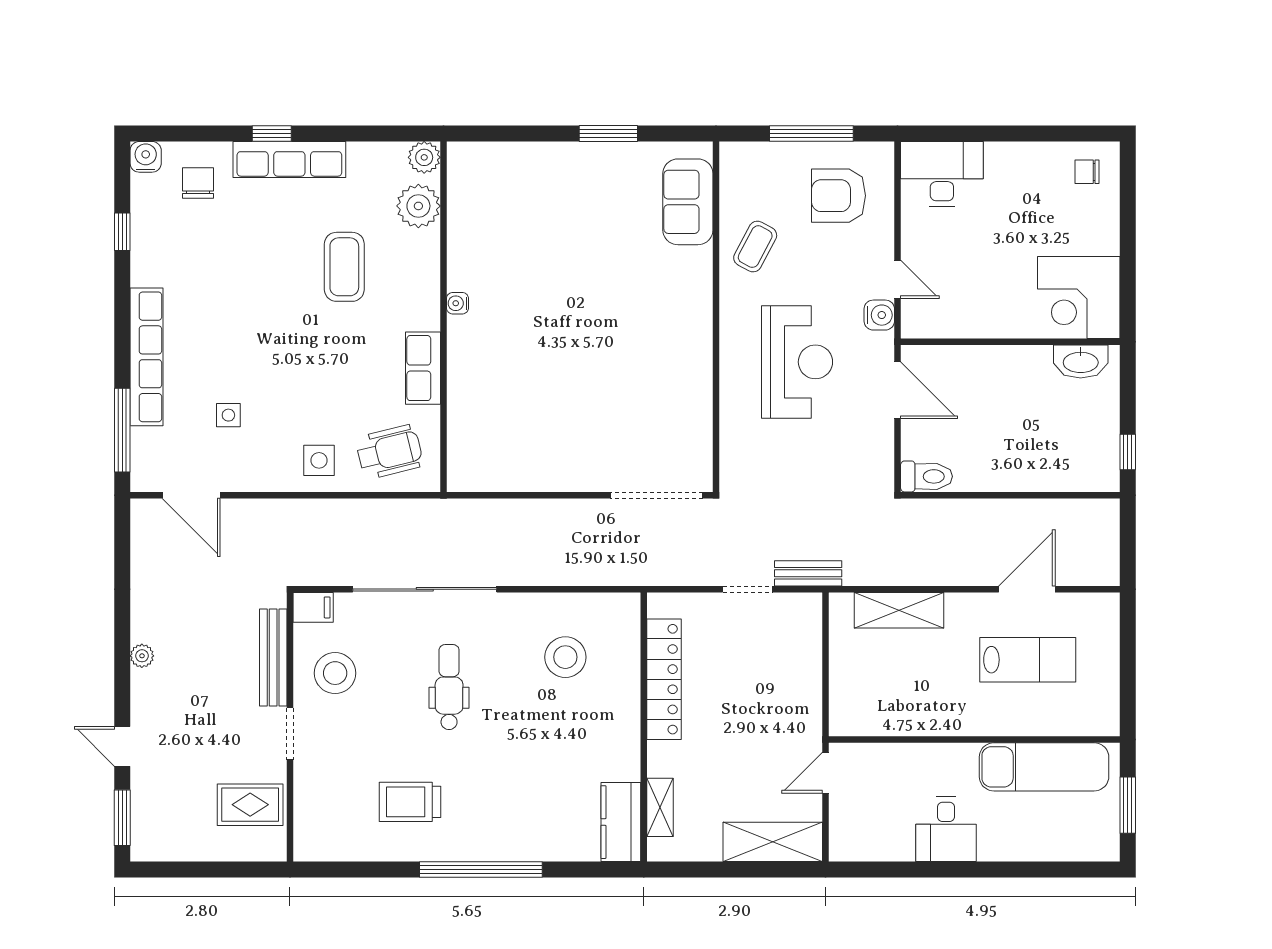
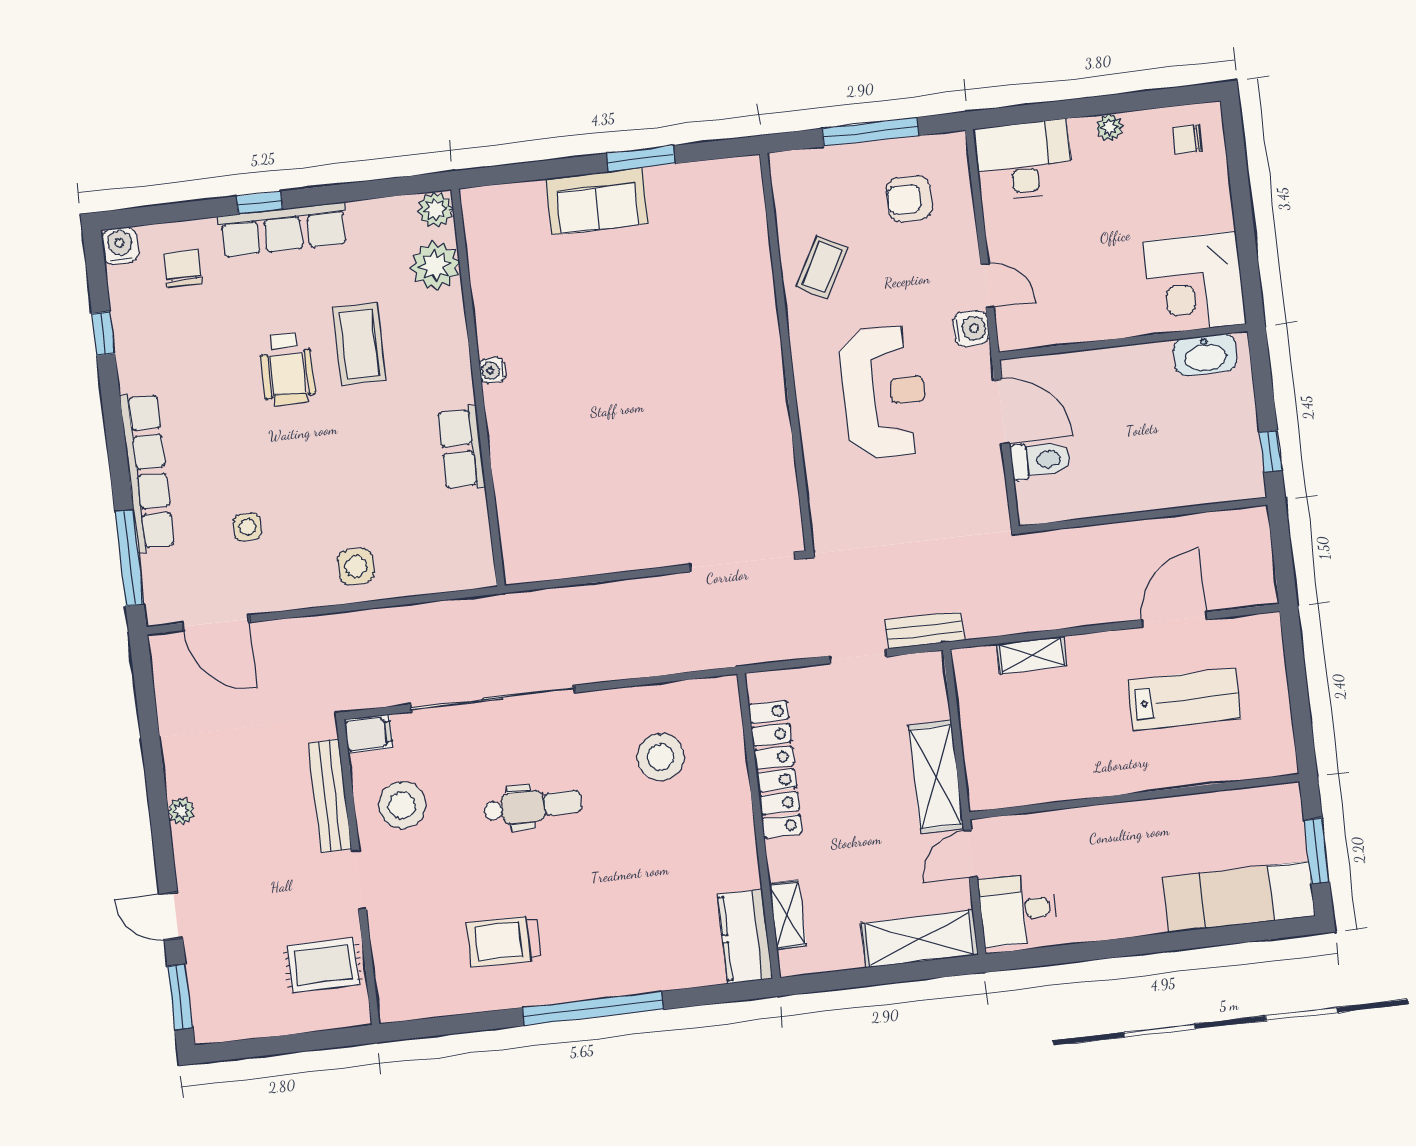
plant: (1020, 153) -> (1109, 127), added
armchair: (839, 196) -> (909, 199), width x0.72, depth x0.72
sofa: (688, 202) -> (597, 201), moved, turned -90
wheelchair: (389, 452) -> (287, 369), moved, turned 104
toilet: (926, 476) -> (1041, 460), moved
shelving: (899, 610) -> (1032, 655), width x0.67, depth x0.75
dental chair: (449, 687) -> (533, 806), turned 90
shelving: (803, 702) -> (936, 777), added
exam couch: (1044, 767) -> (1239, 897), moved, turned 180
desk: (946, 829) -> (1017, 910), moved, turned 90

